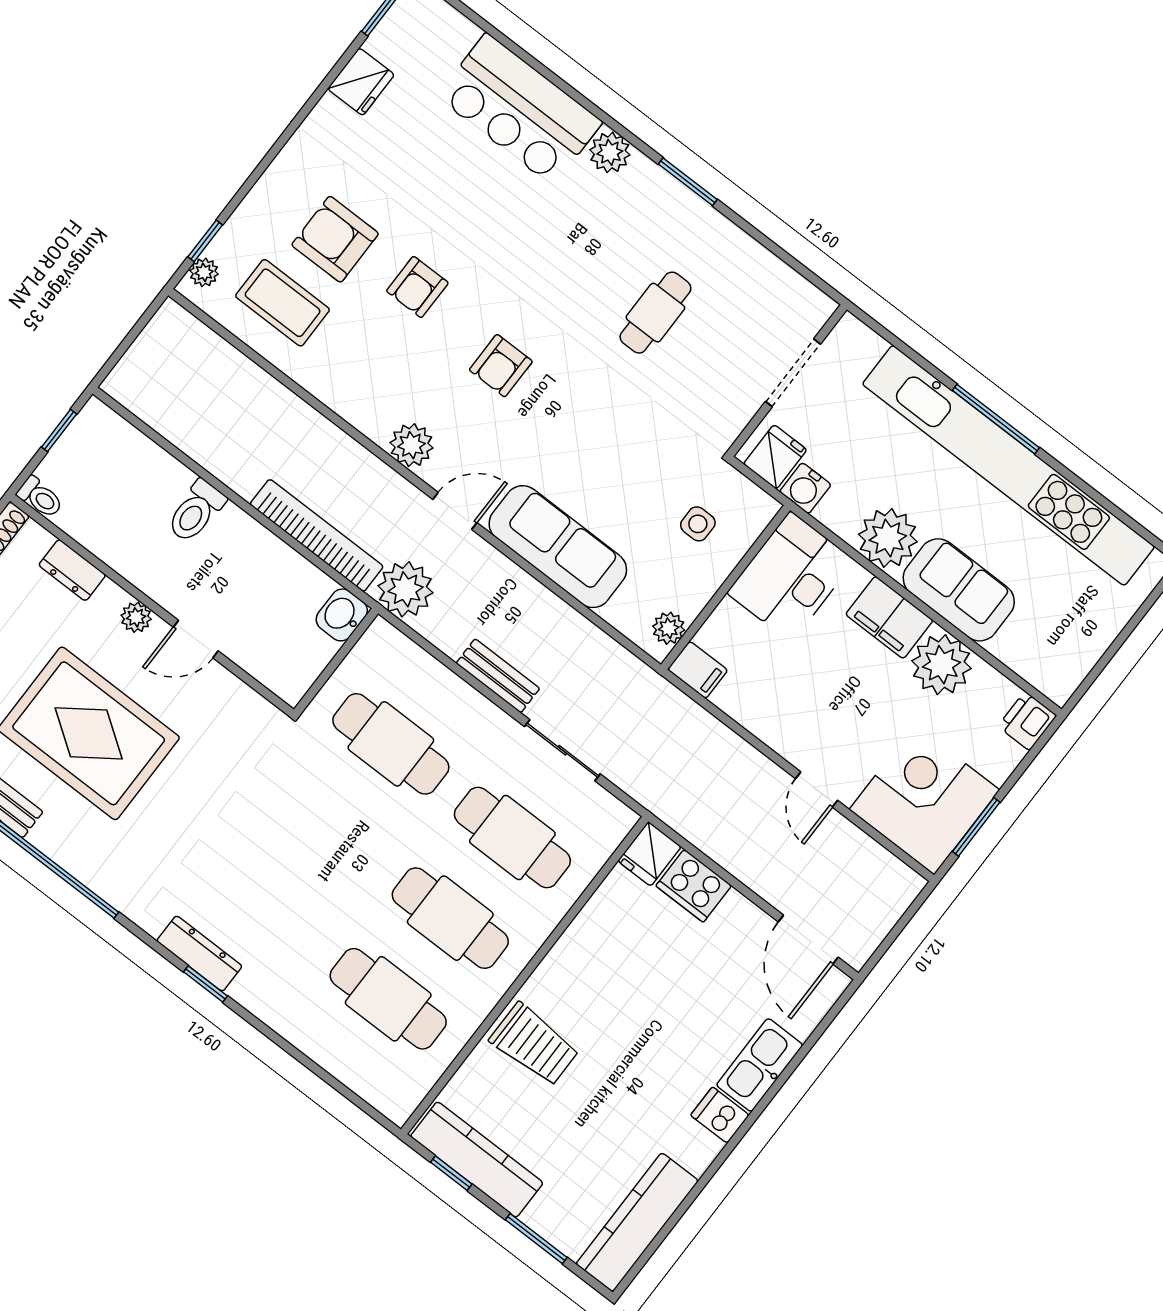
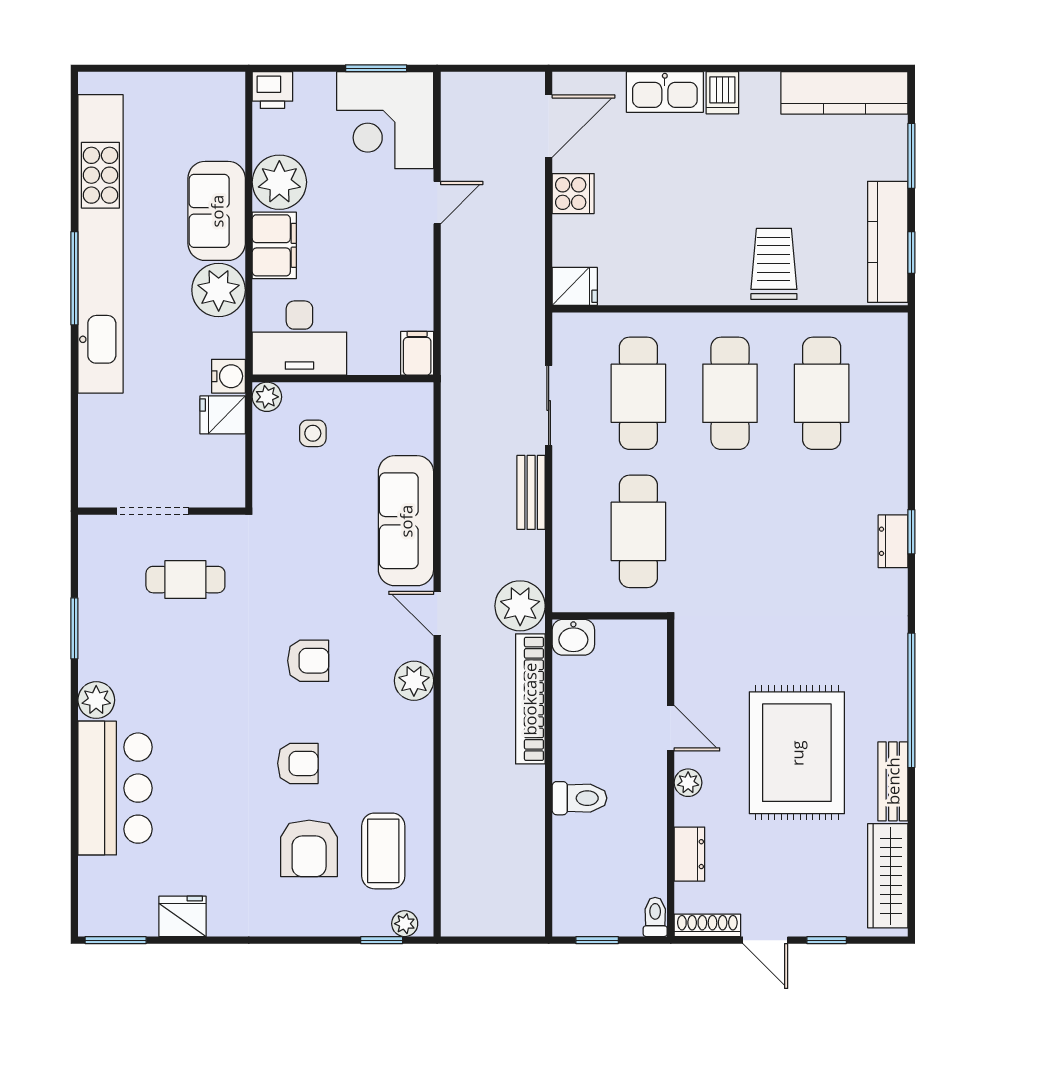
doorway: (793, 373) -> (153, 511), moved
wall: (787, 380) -> (162, 511), moved
plant: (669, 628) -> (267, 397), moved
cooker: (694, 886) -> (573, 194), moved, width x0.73
dresser: (199, 954) -> (893, 541), width x0.70

